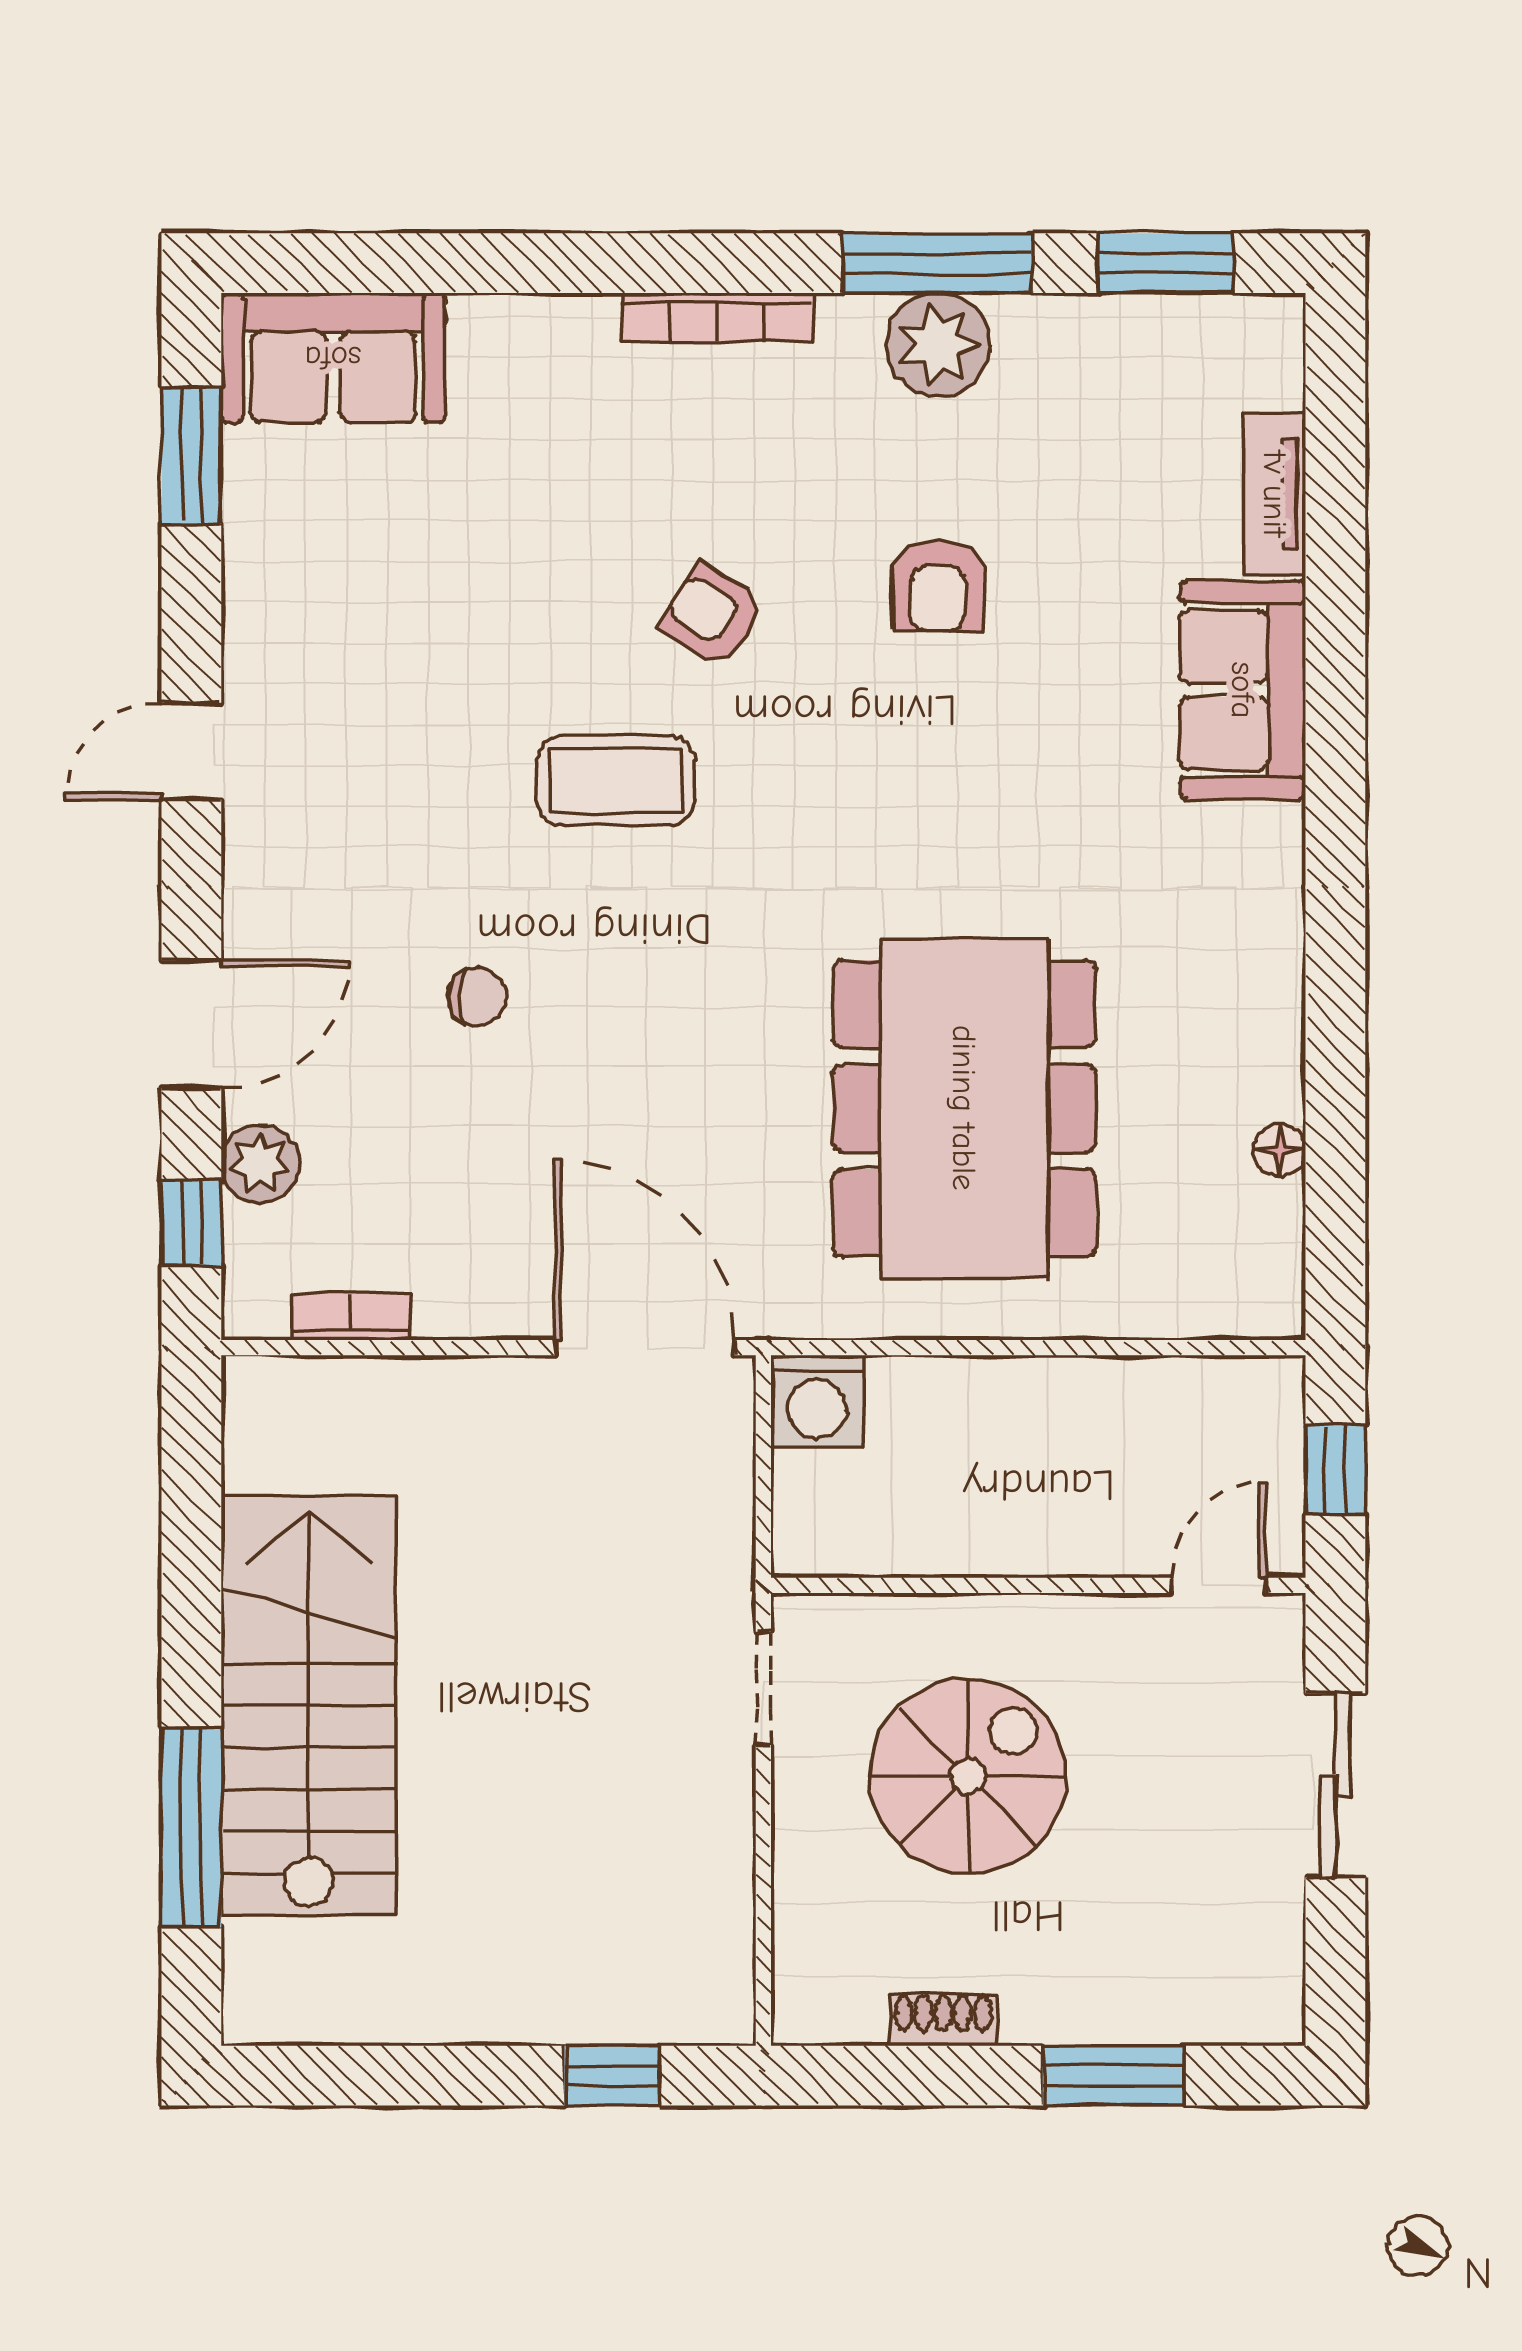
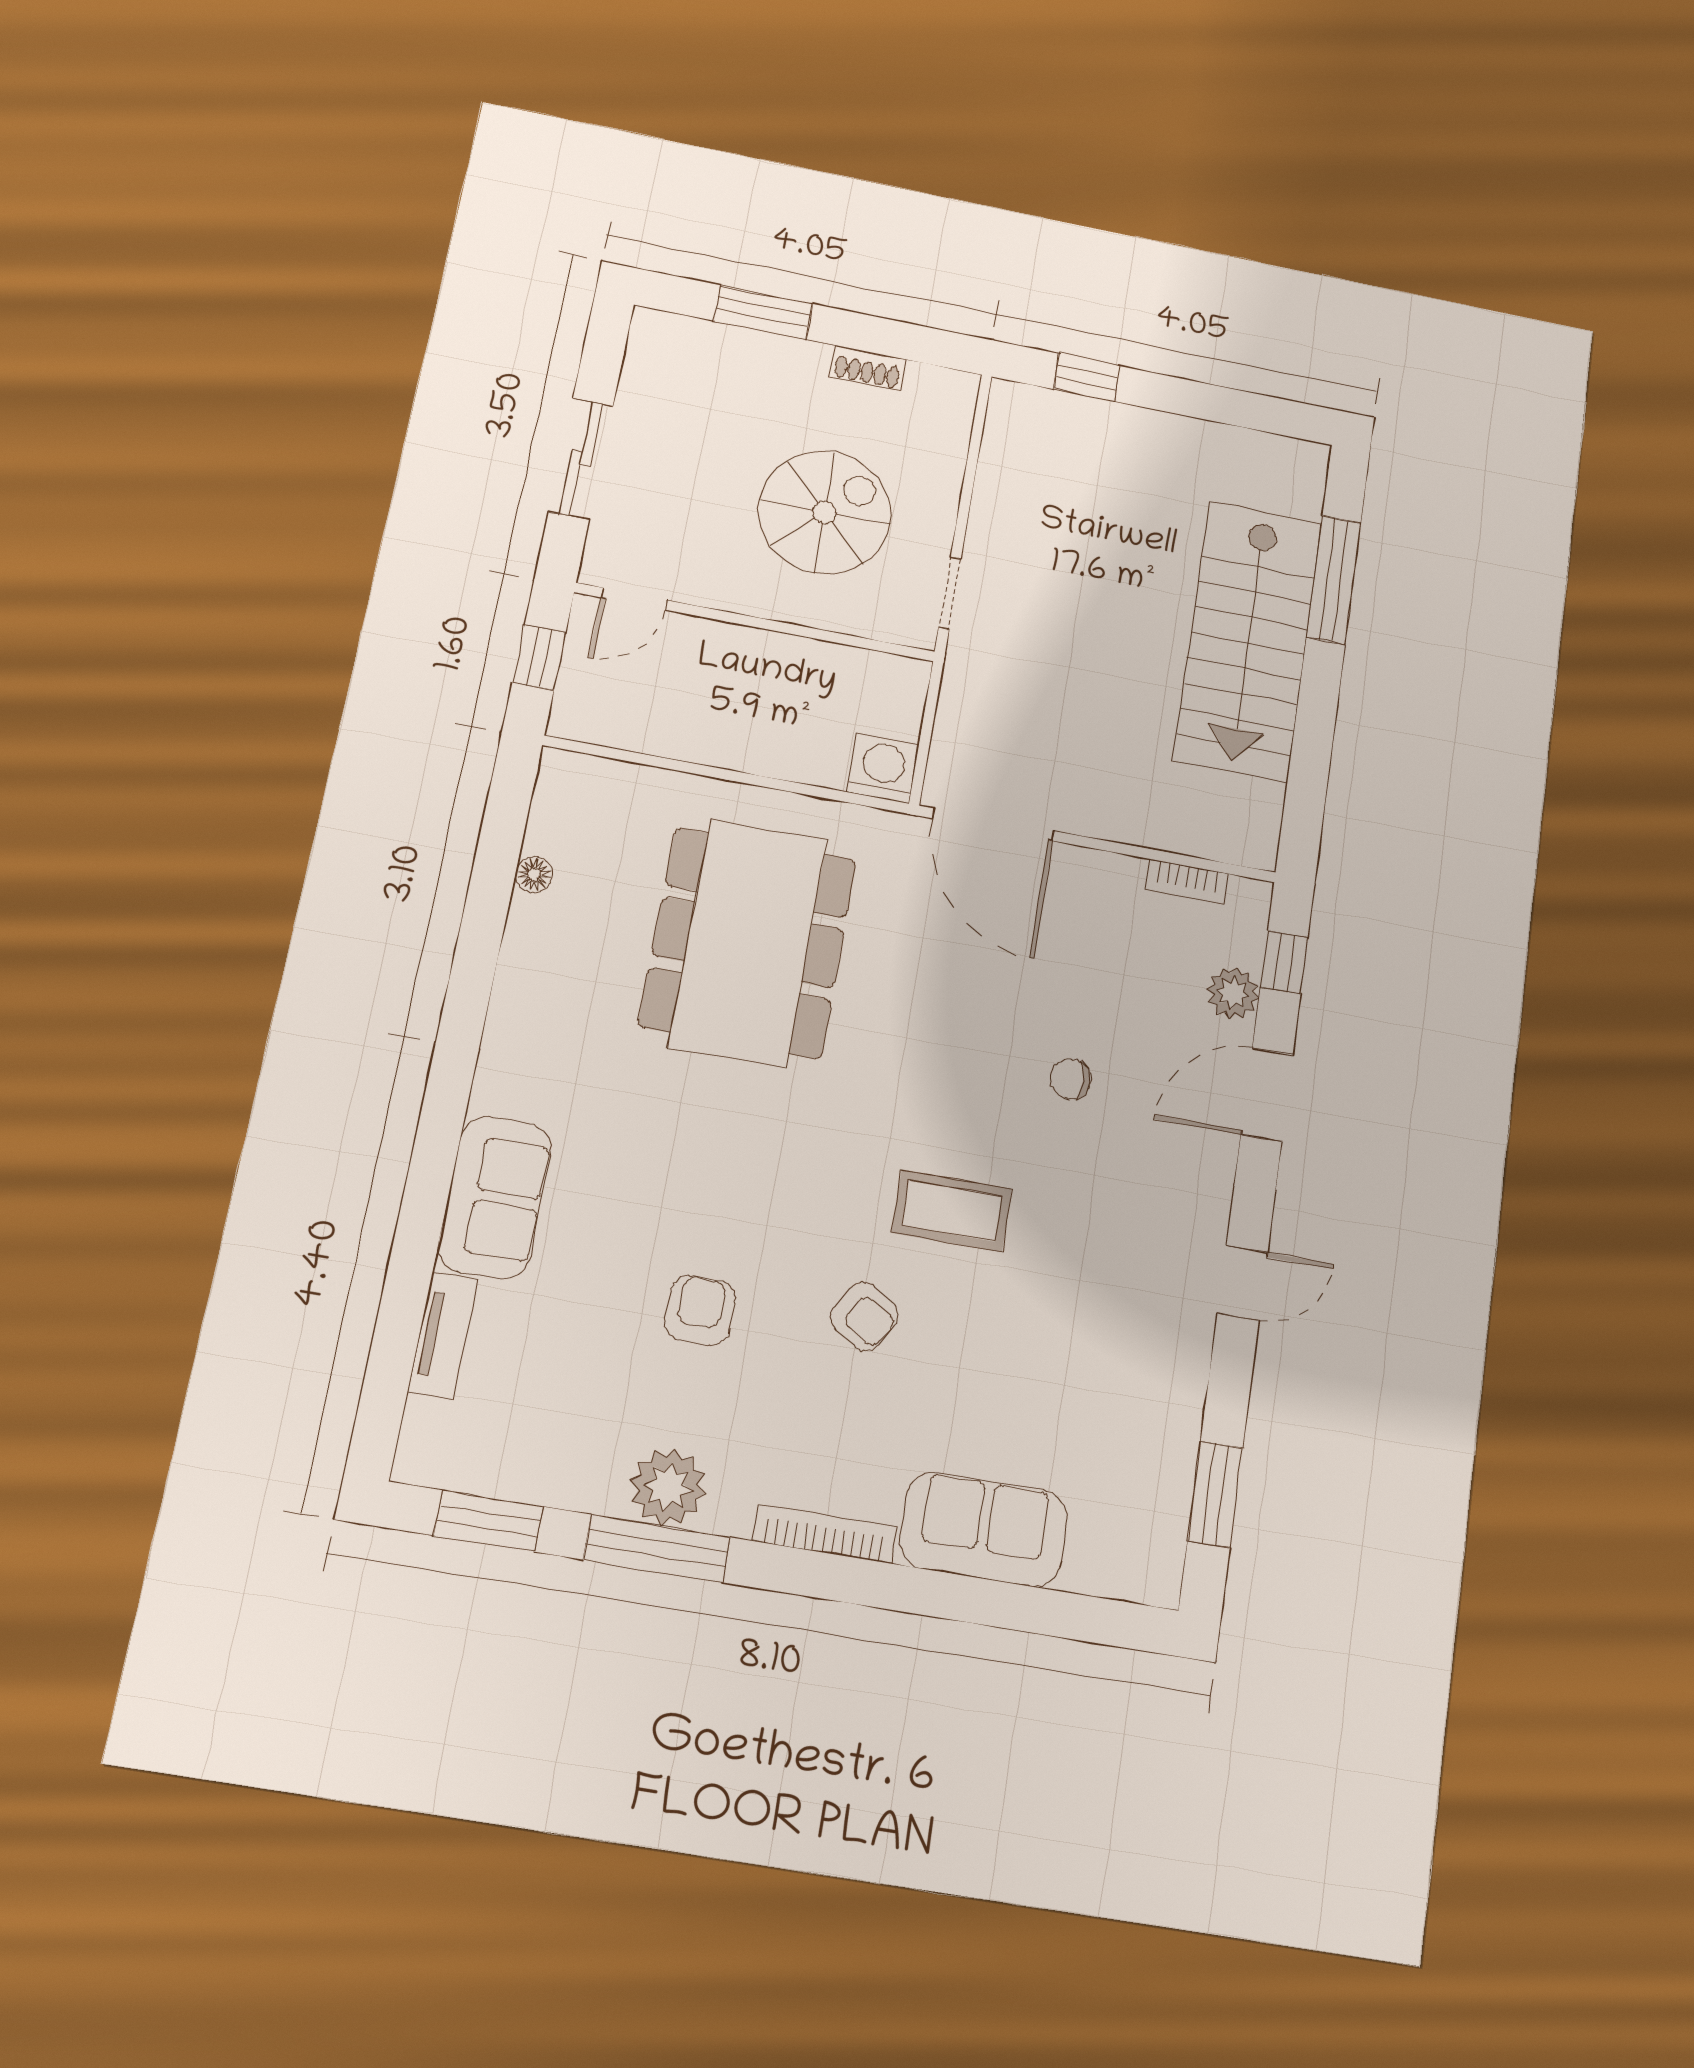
sofa: (333, 358) -> (984, 1529), moved
spiral stairs: (968, 1776) -> (824, 512), turned 180

